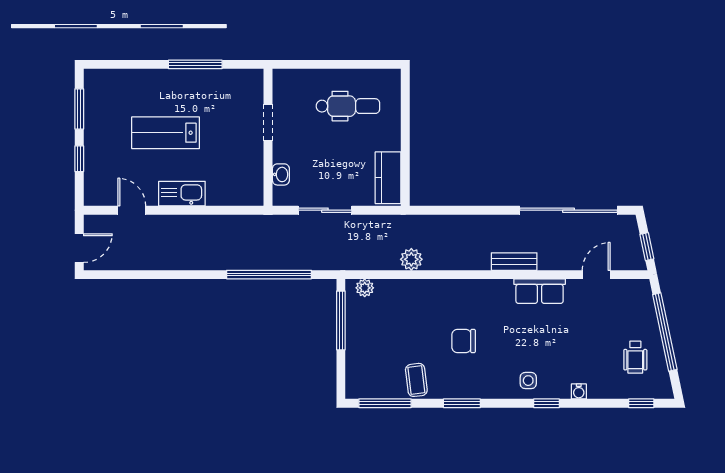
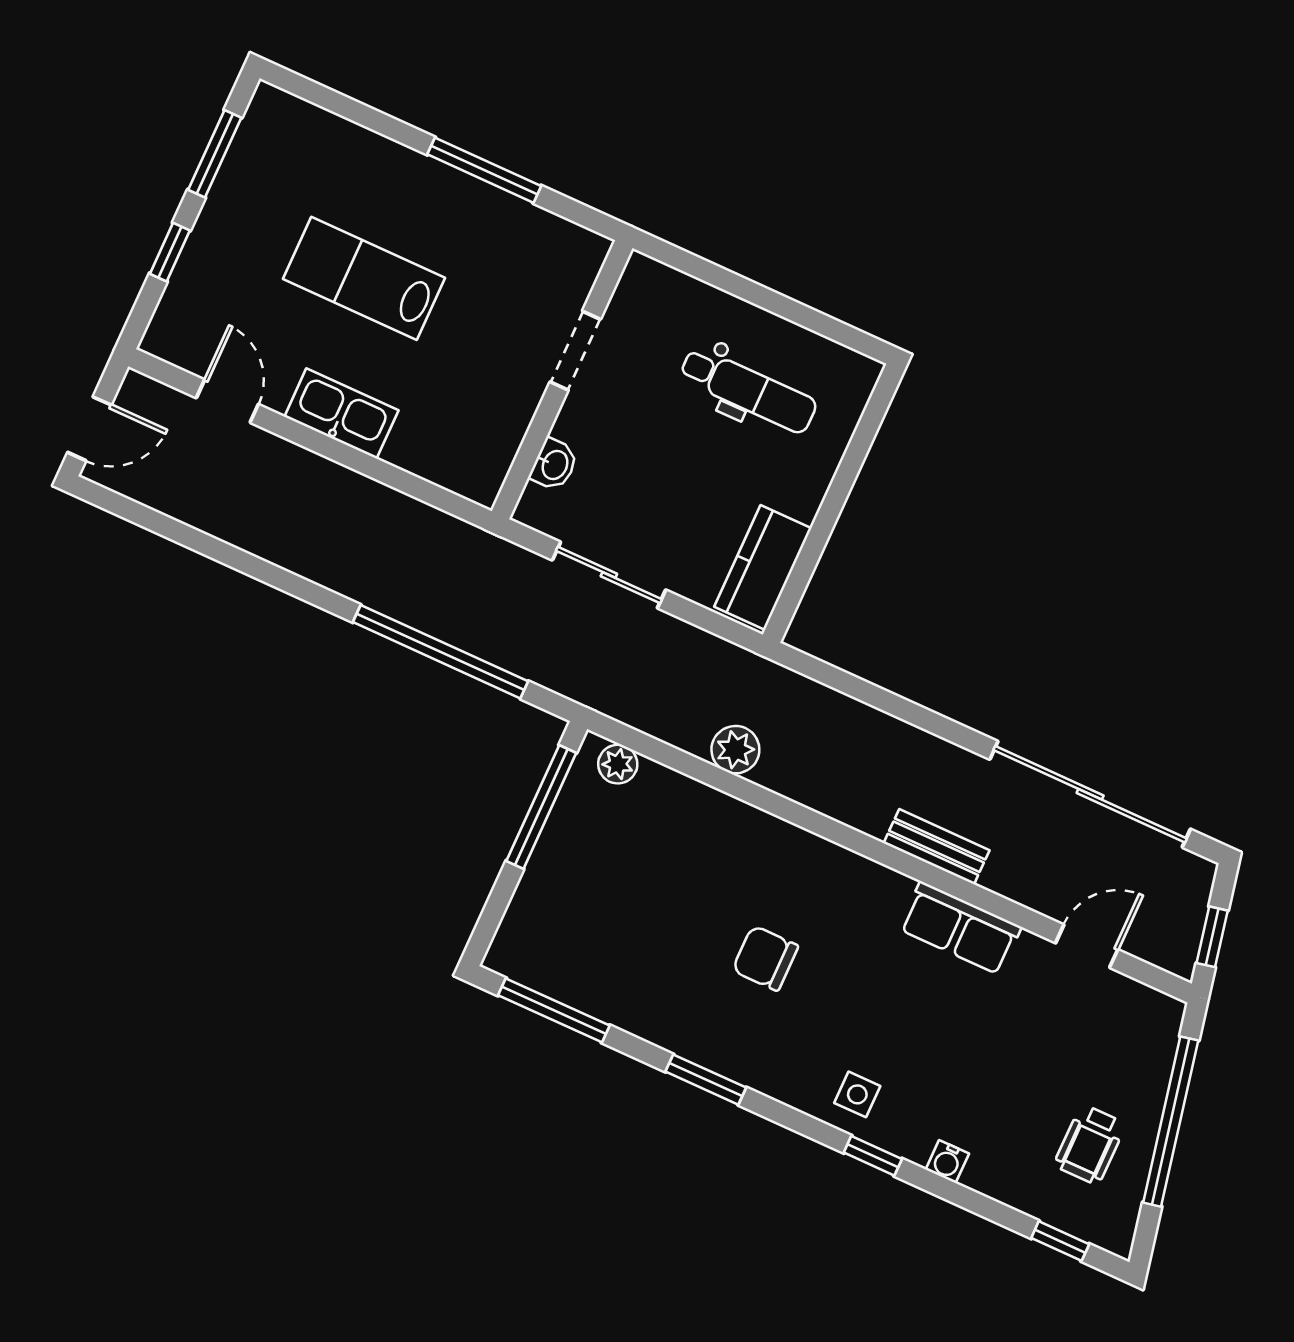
coffee table: (416, 380) -> (637, 993), removed

